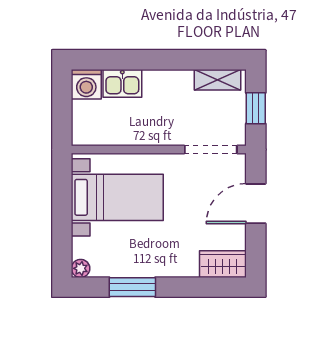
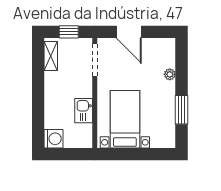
kitchen sink: (122, 83) -> (84, 111), moved, turned 180
wardrobe: (223, 264) -> (167, 53), removed
plant: (81, 268) -> (170, 74), moved

